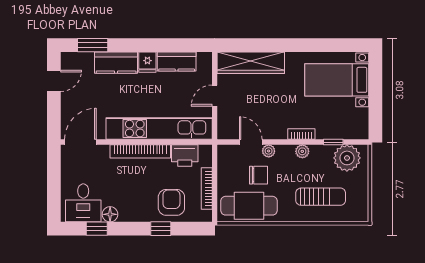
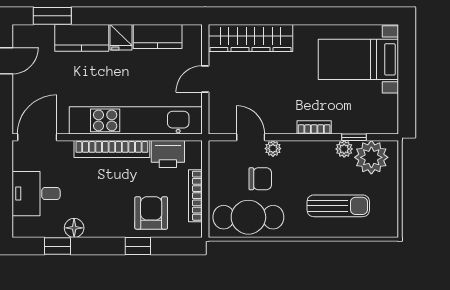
plant: (302, 151) -> (344, 149), moved
desk: (83, 203) -> (36, 194), moved, turned 90

